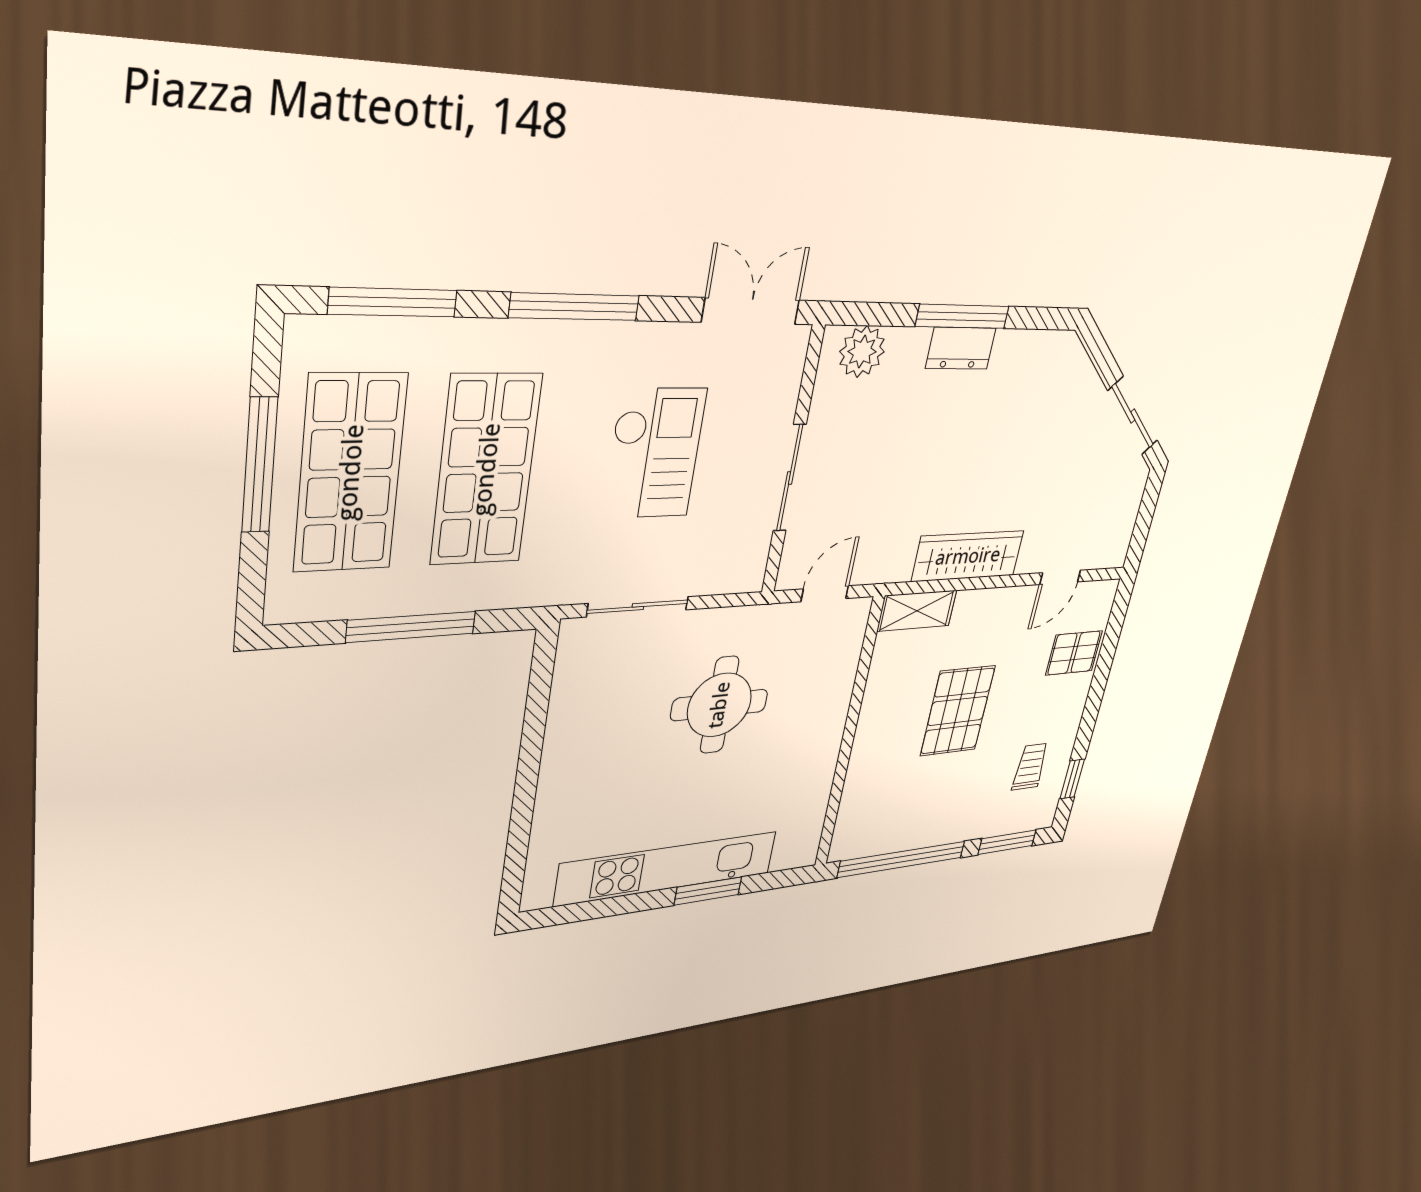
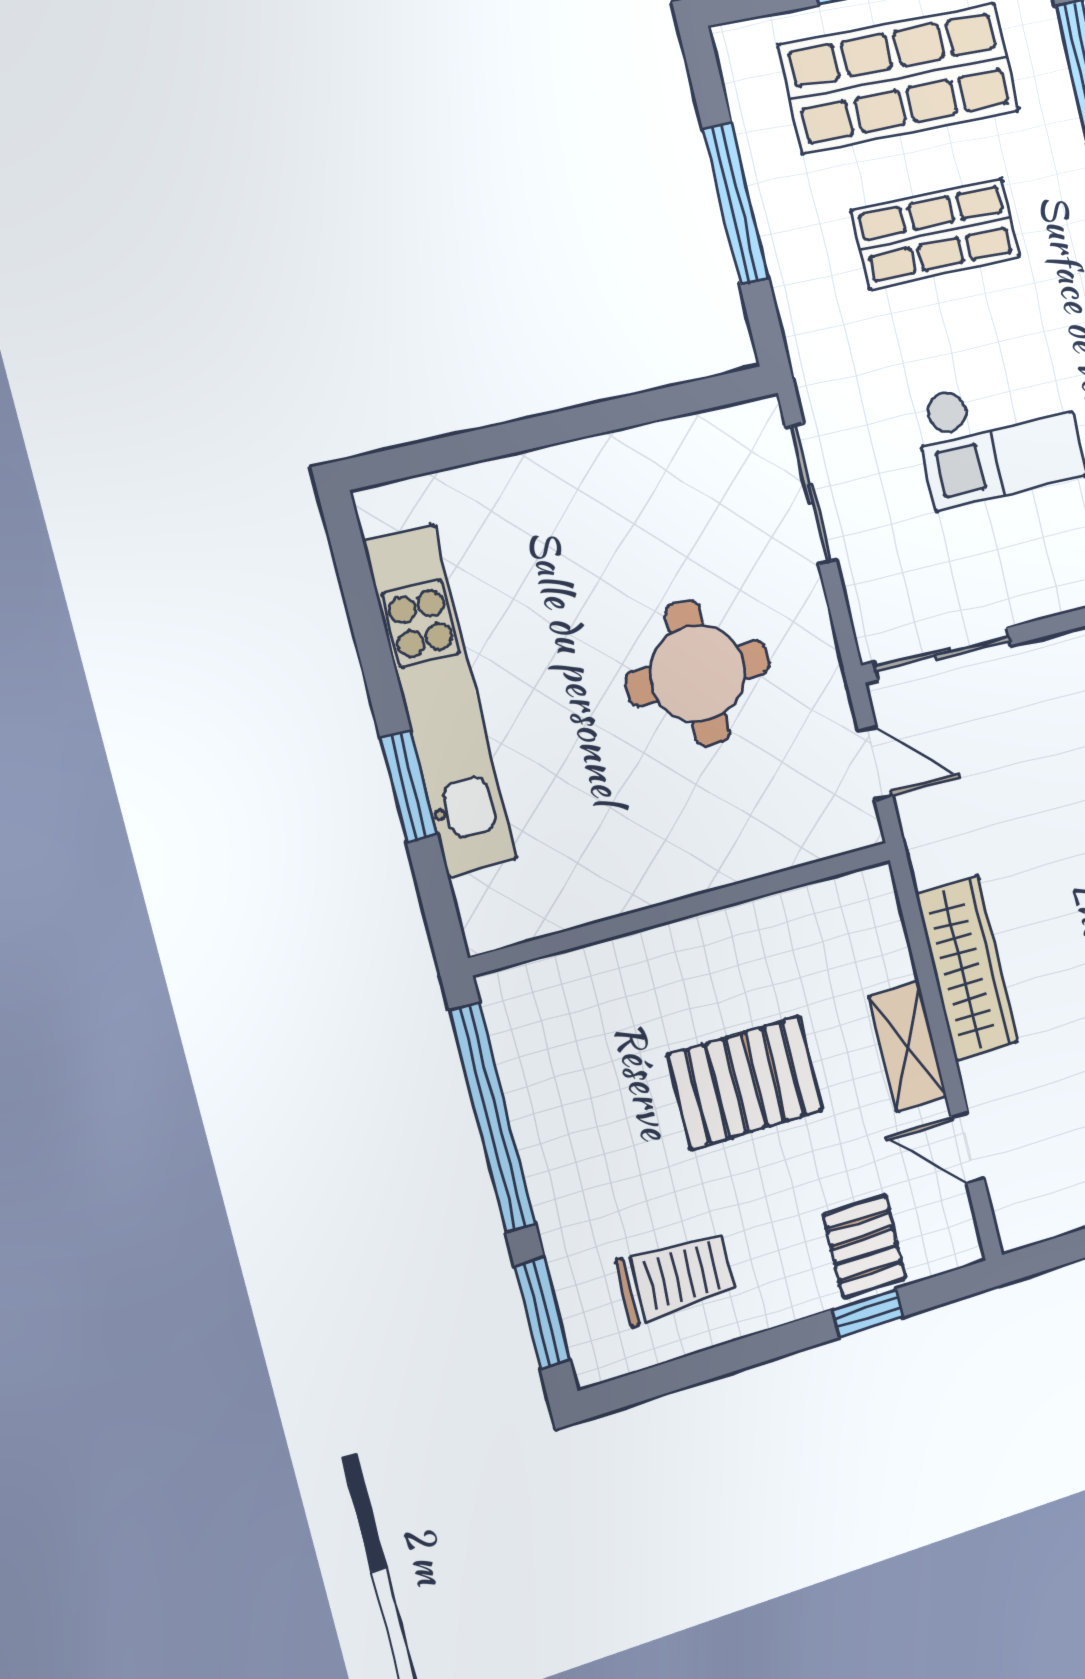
shop shelf: (486, 470) -> (936, 234), width x0.70, depth x0.74
sliding door: (790, 478) -> (943, 654), moved
shelving: (917, 611) -> (907, 1046), moved
trolley: (1030, 767) -> (675, 1278), width x1.36, depth x1.39
window: (1072, 779) -> (867, 1313), moved

